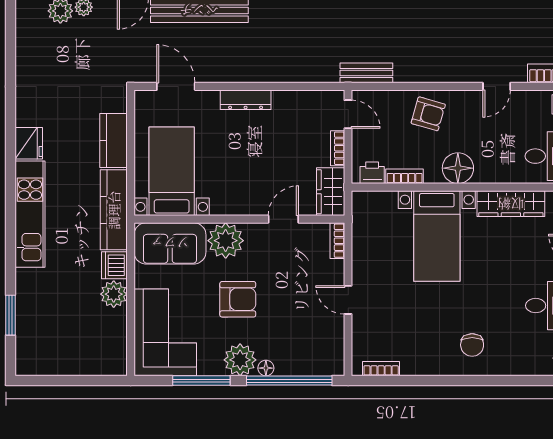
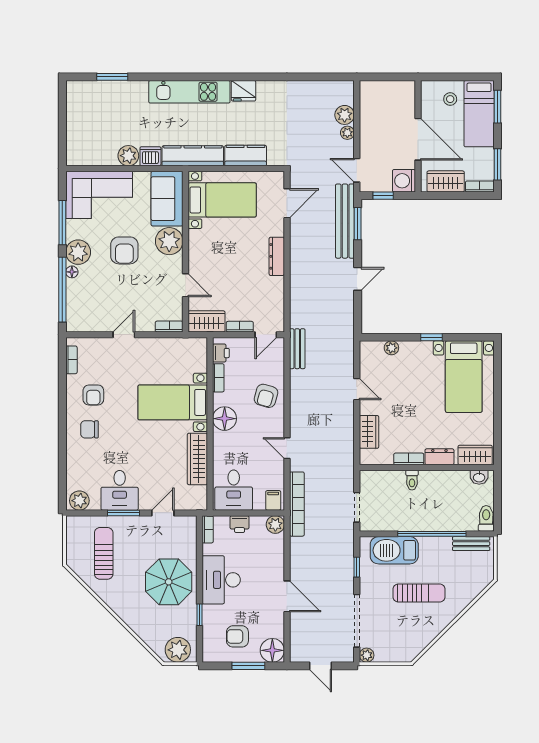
armchair: (427, 340) -> (93, 395), added

